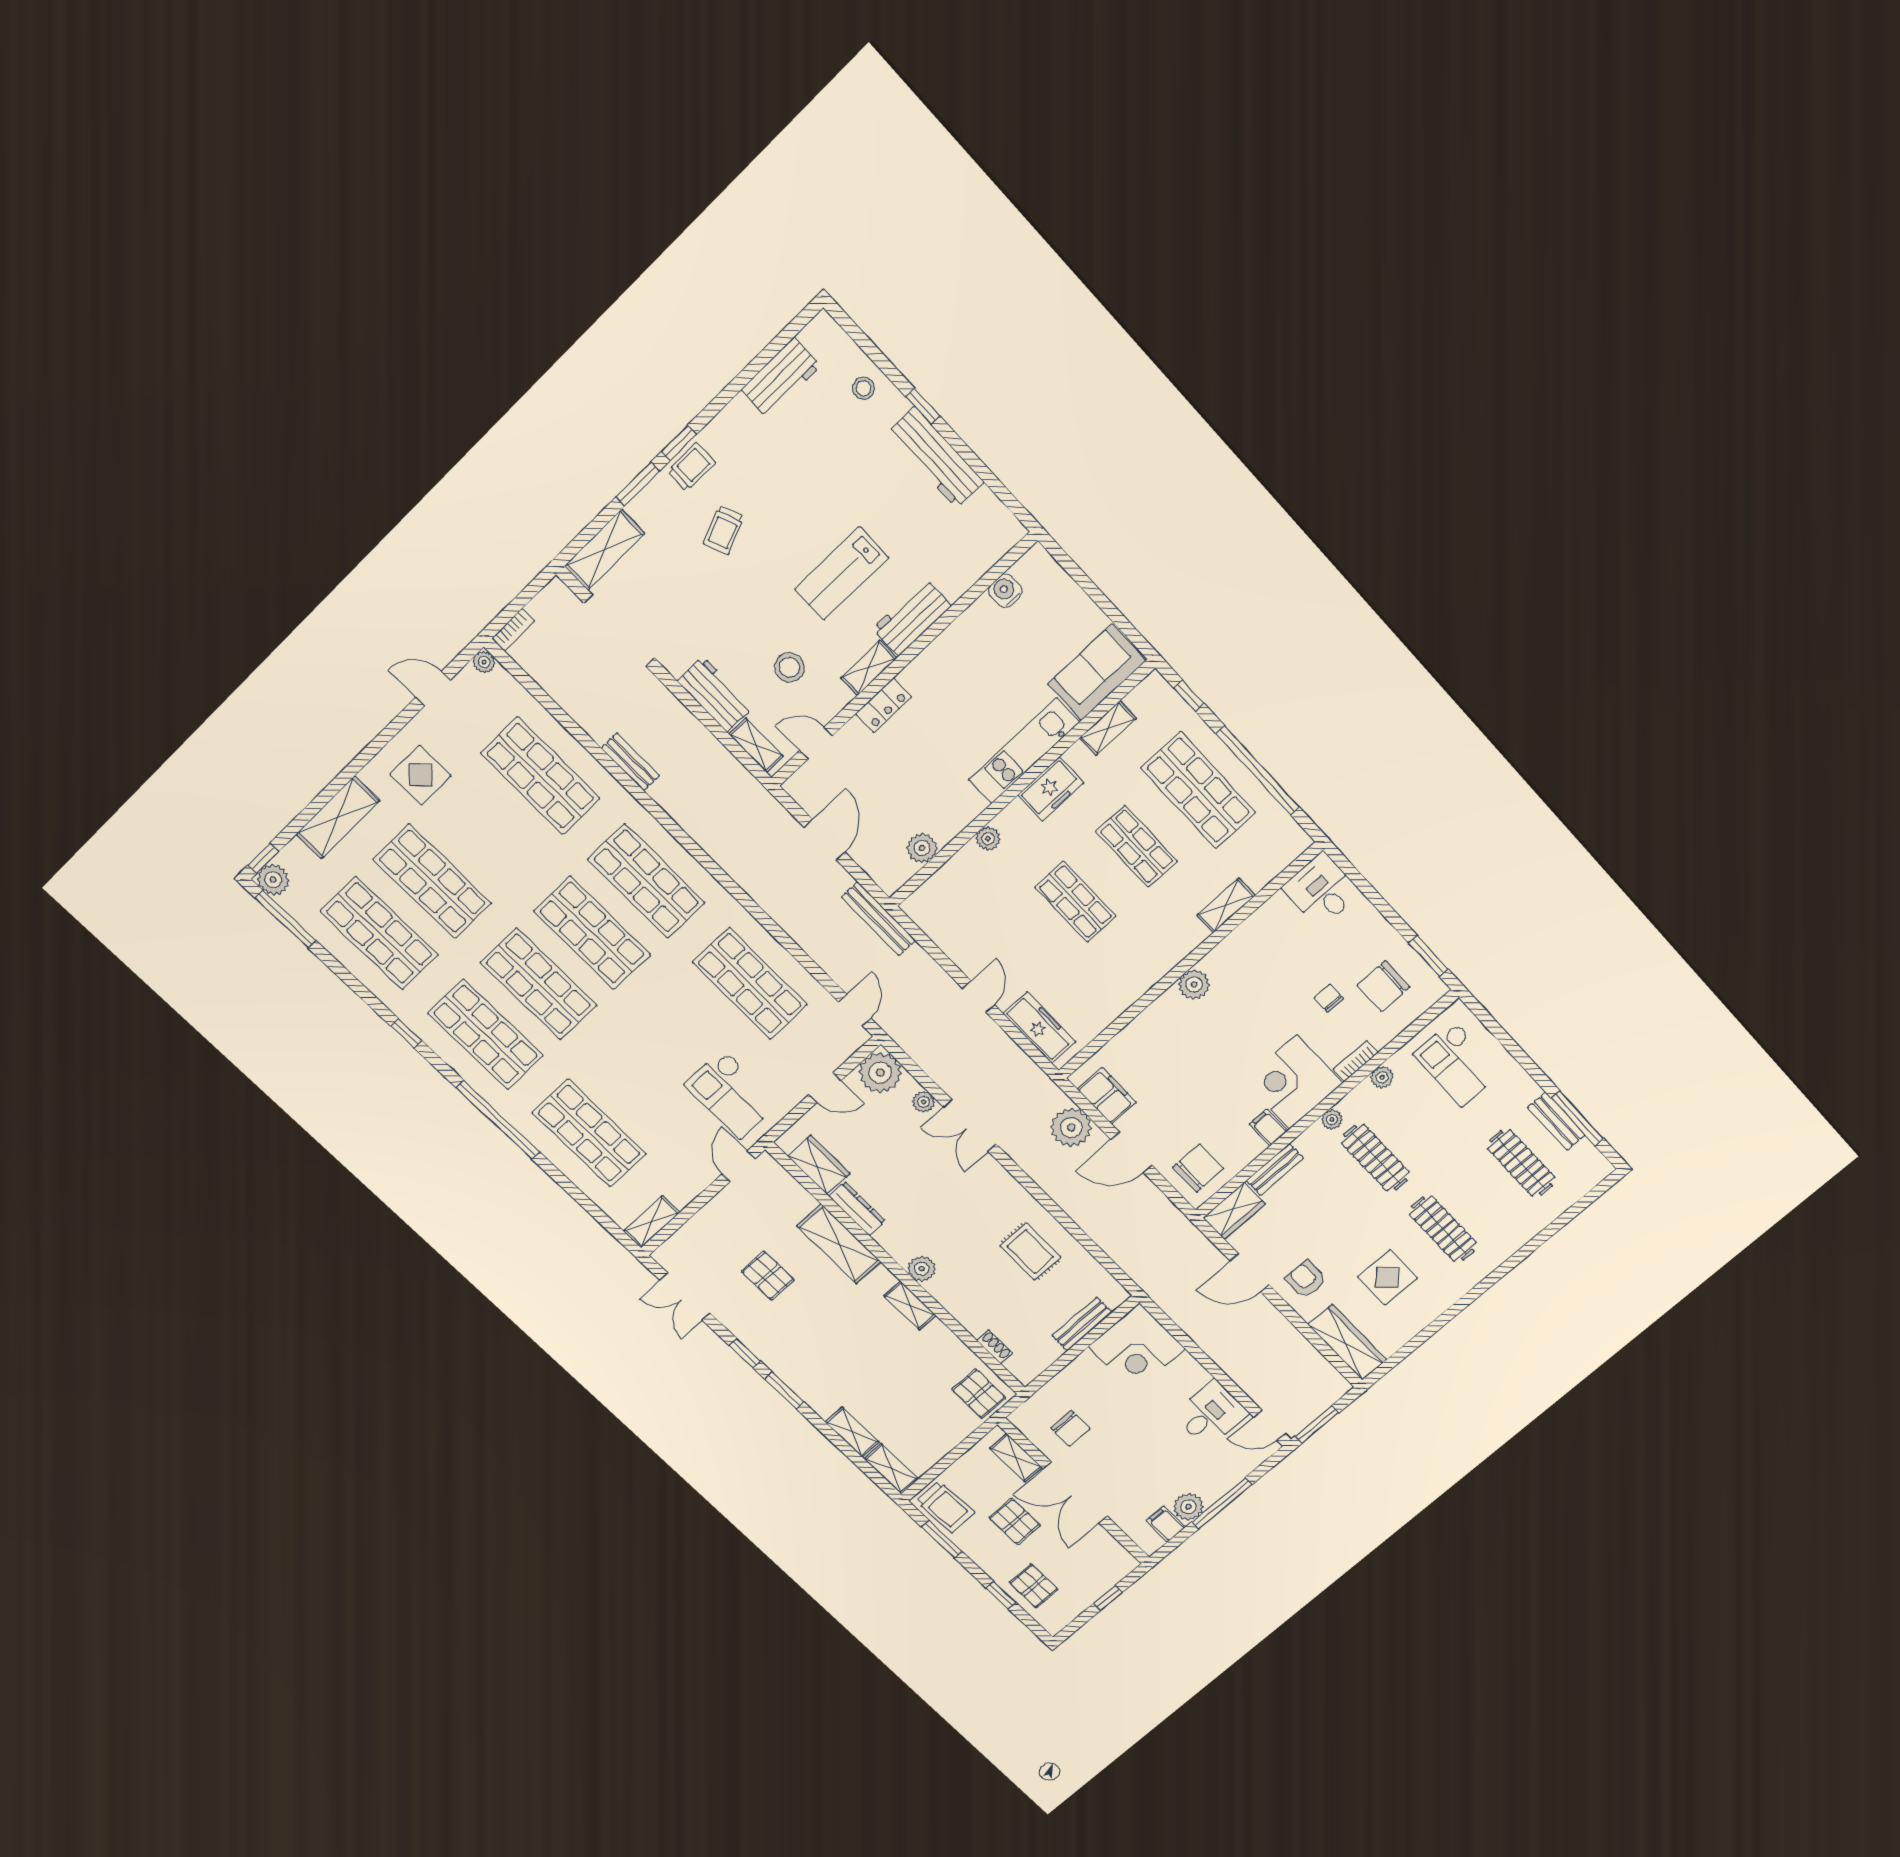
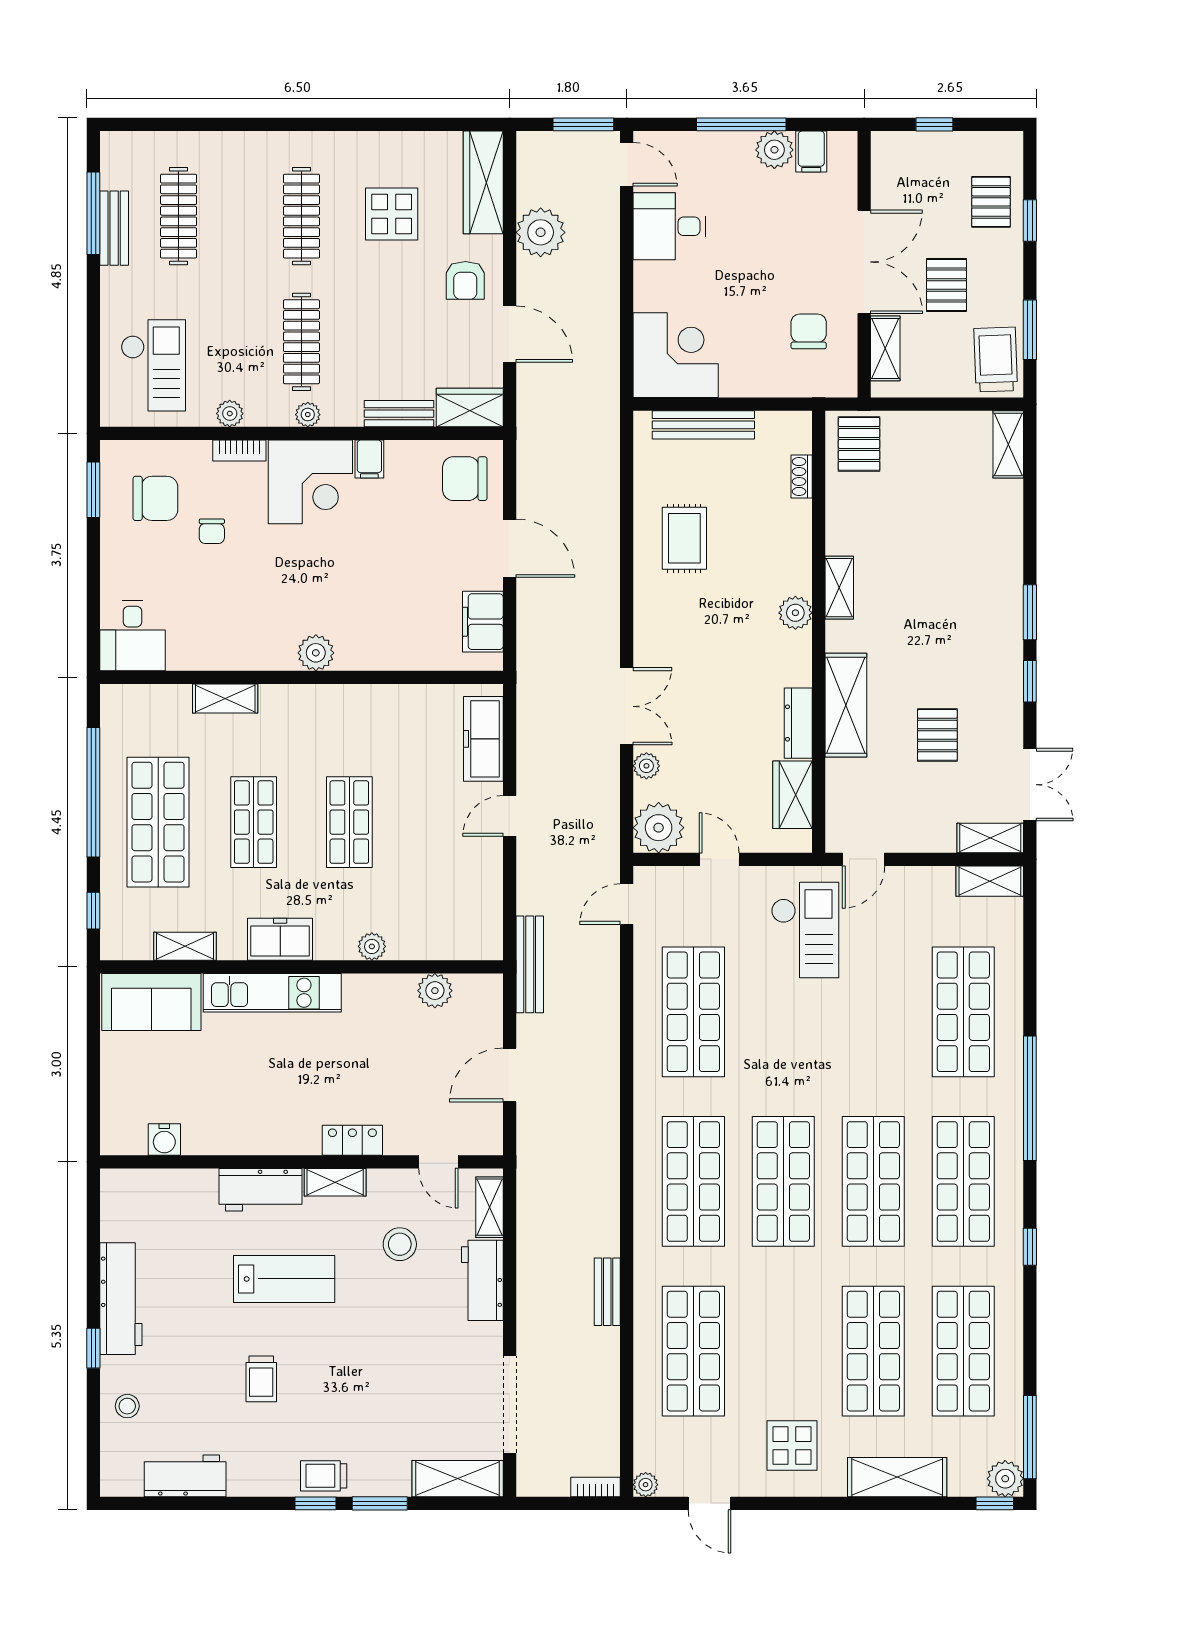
trolley: (724, 530) -> (261, 1379), moved, turned 113
plant: (1071, 1127) -> (541, 232), moved
bench: (1082, 1324) -> (703, 425), width x1.36
shelving: (852, 1432) -> (990, 838), moved, turned 90

